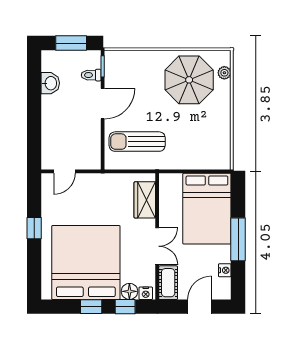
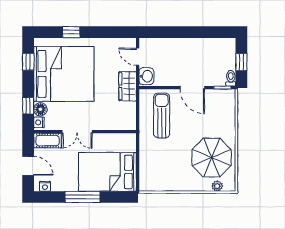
window: (71, 43) -> (241, 62), width x0.67
toilet: (91, 75) -> (231, 78), moved
washbasin: (50, 83) -> (146, 76), moved, turned -90
wardrobe: (145, 200) -> (128, 86), moved, turned -90
window: (34, 228) -> (71, 32), moved
nightstand: (225, 270) -> (45, 186), moved
window: (91, 307) -> (28, 62), moved

